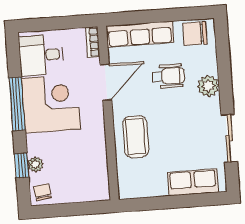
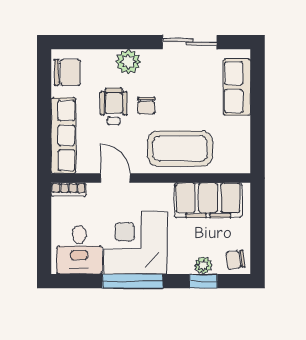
chair: (195, 34) -> (67, 72), turned -90
door: (106, 82) -> (115, 178), width x0.73
chair: (171, 105) -> (146, 106), added
coffee table: (136, 137) -> (180, 149), width x1.36, depth x1.32
filing cabinet: (92, 164) -> (208, 200), added

